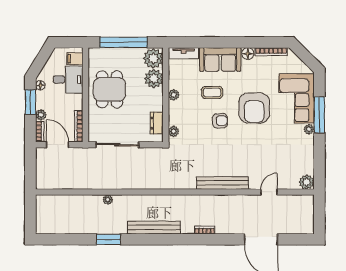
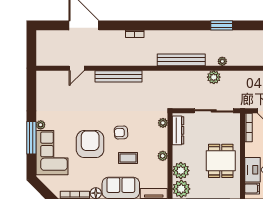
dresser: (157, 123) -> (178, 130), width x1.44
plant: (307, 182) -> (214, 77), moved
bench: (154, 228) -> (181, 60), moved

